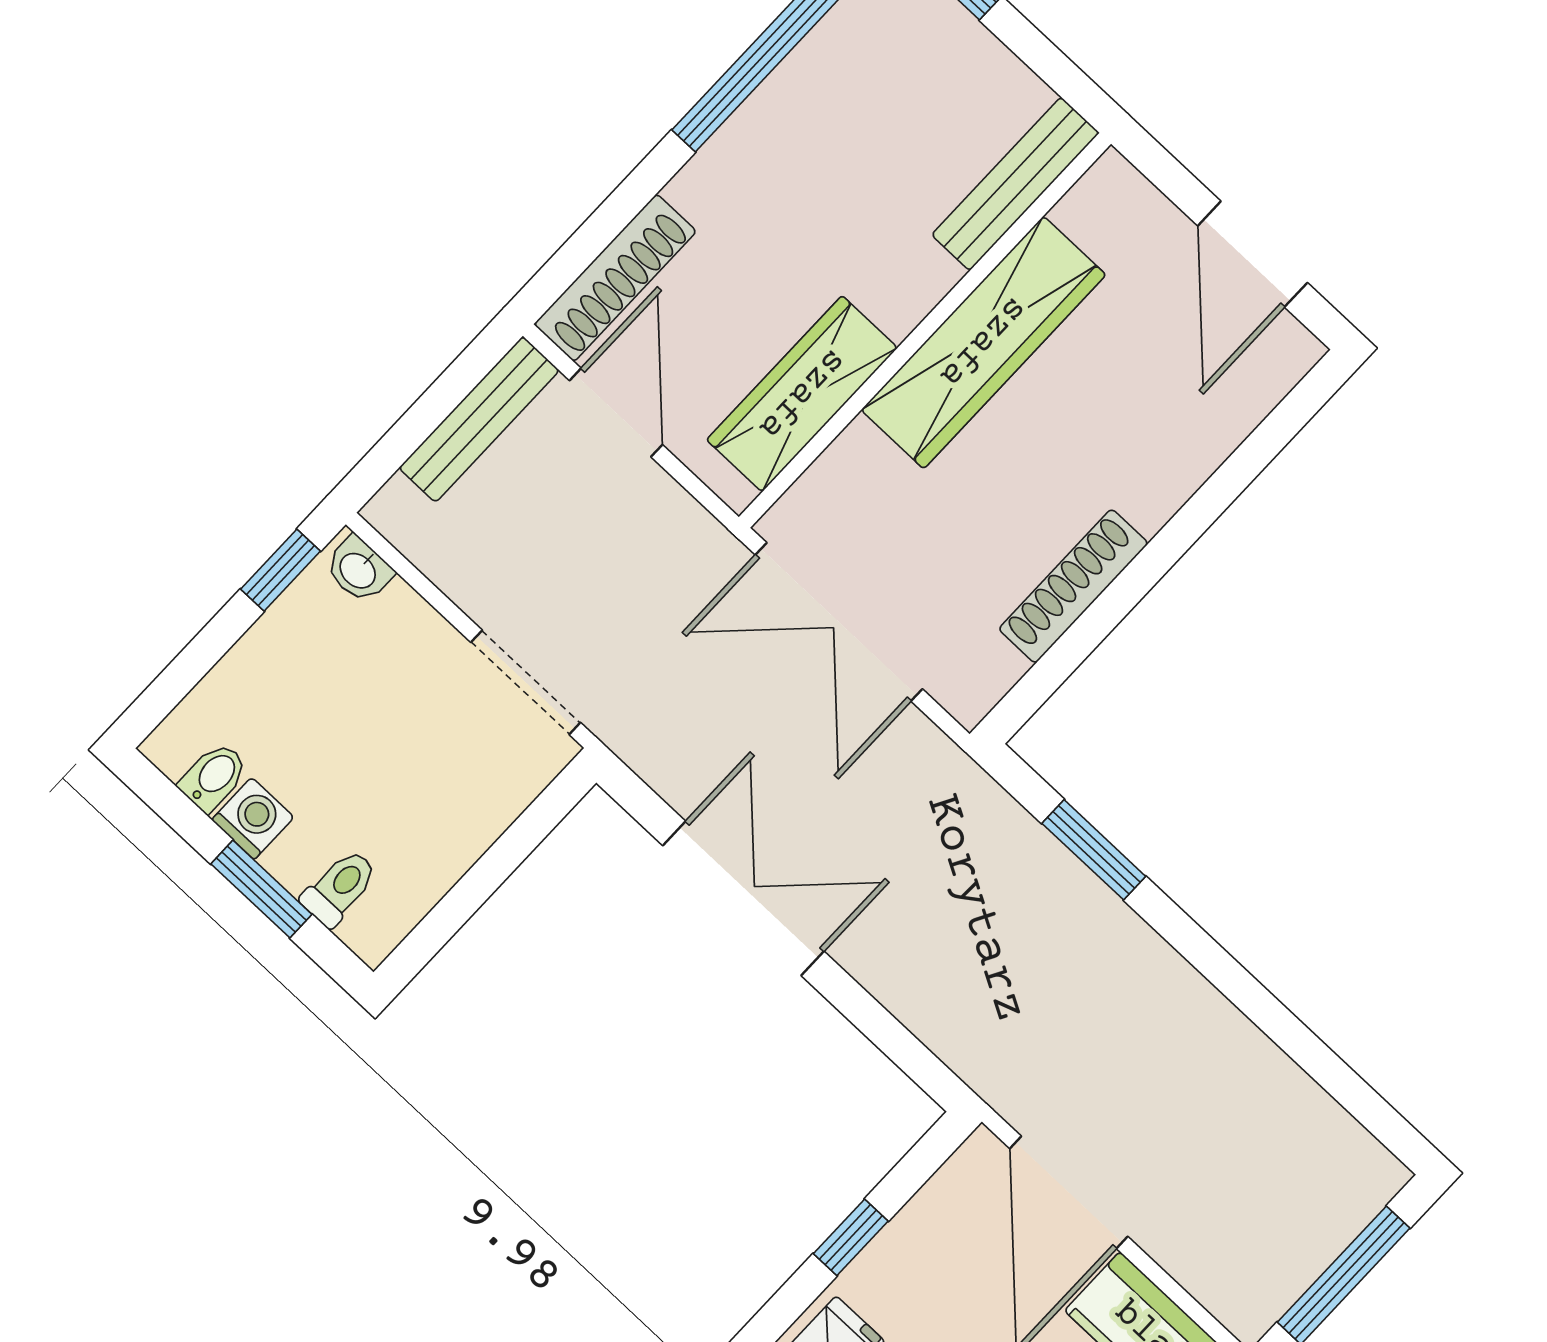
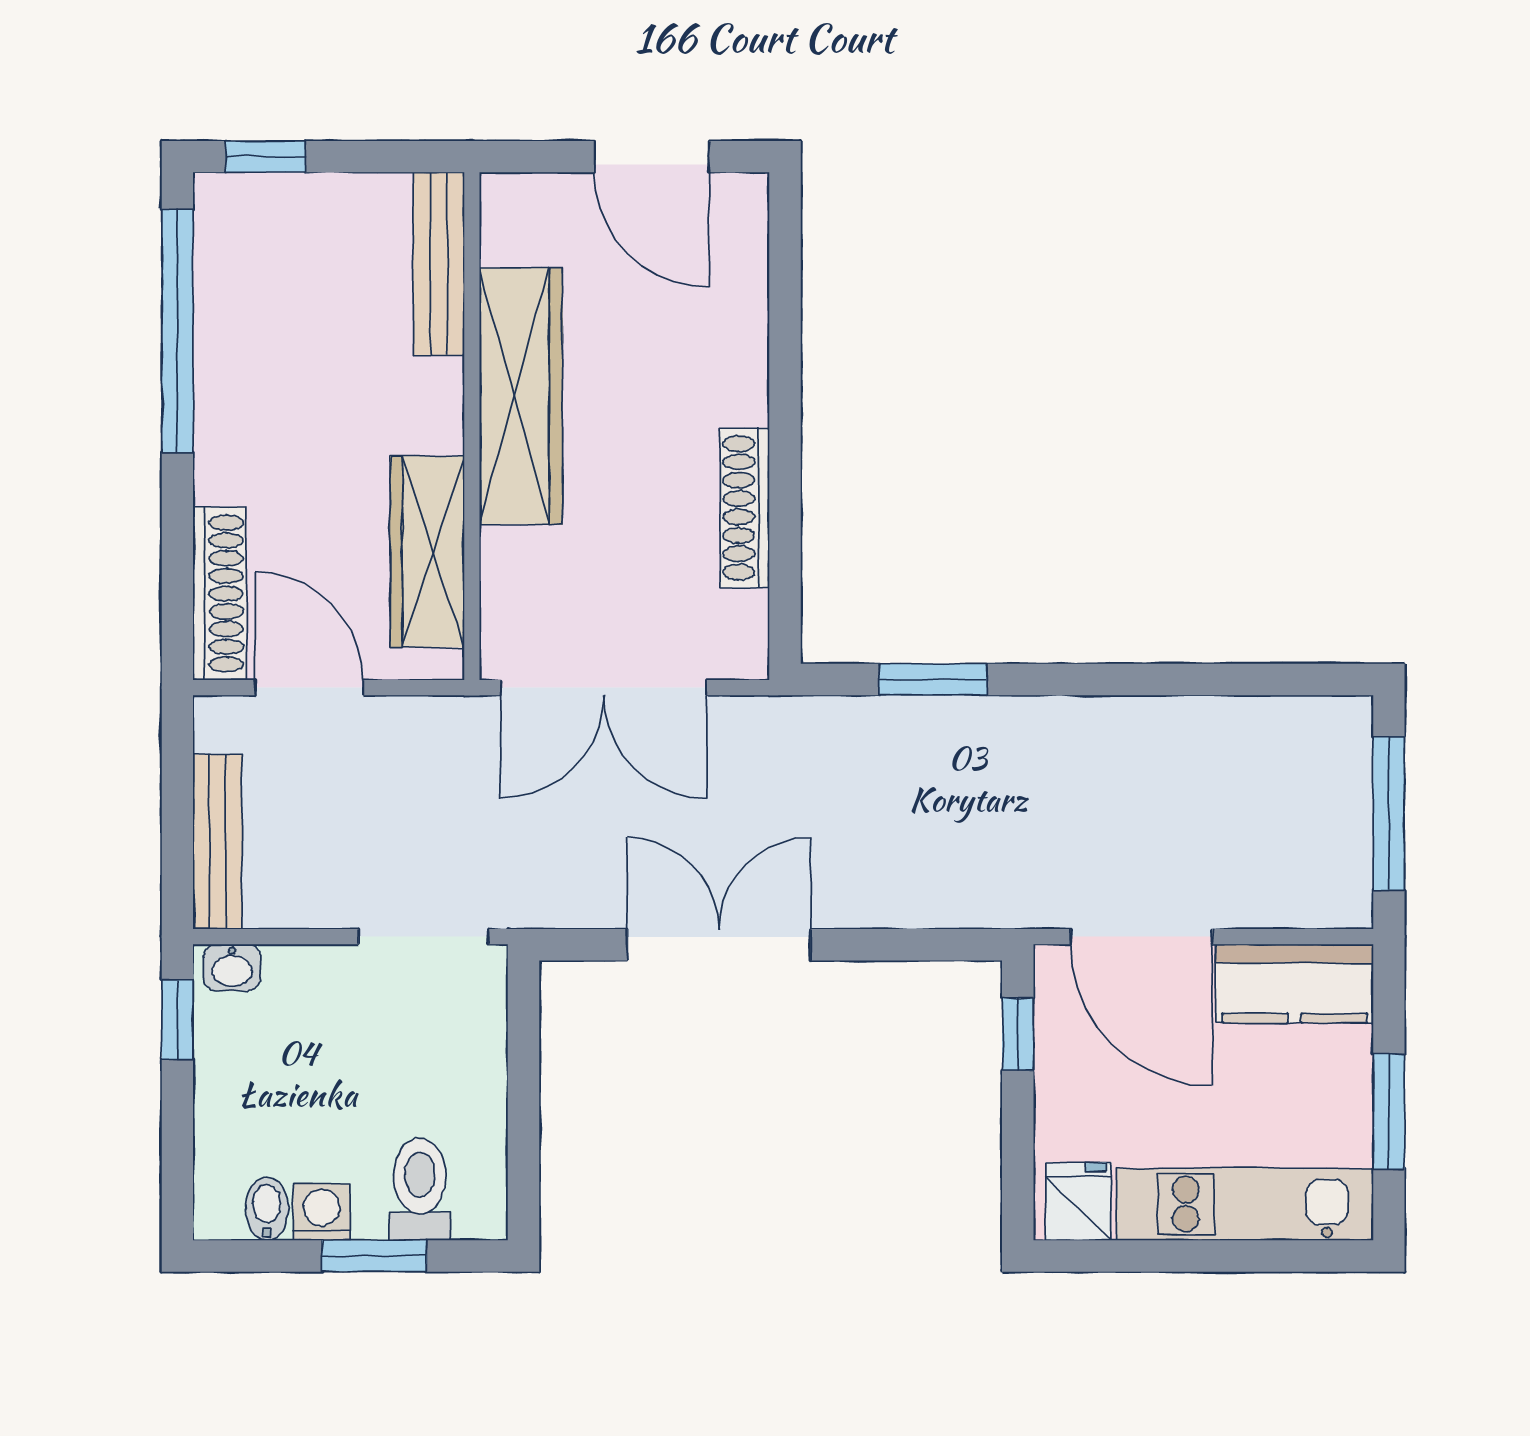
bench: (479, 419) -> (217, 842), moved
toilet: (340, 888) -> (420, 1189), width x1.37, depth x1.39
window: (851, 1237) -> (1018, 1034), moved

